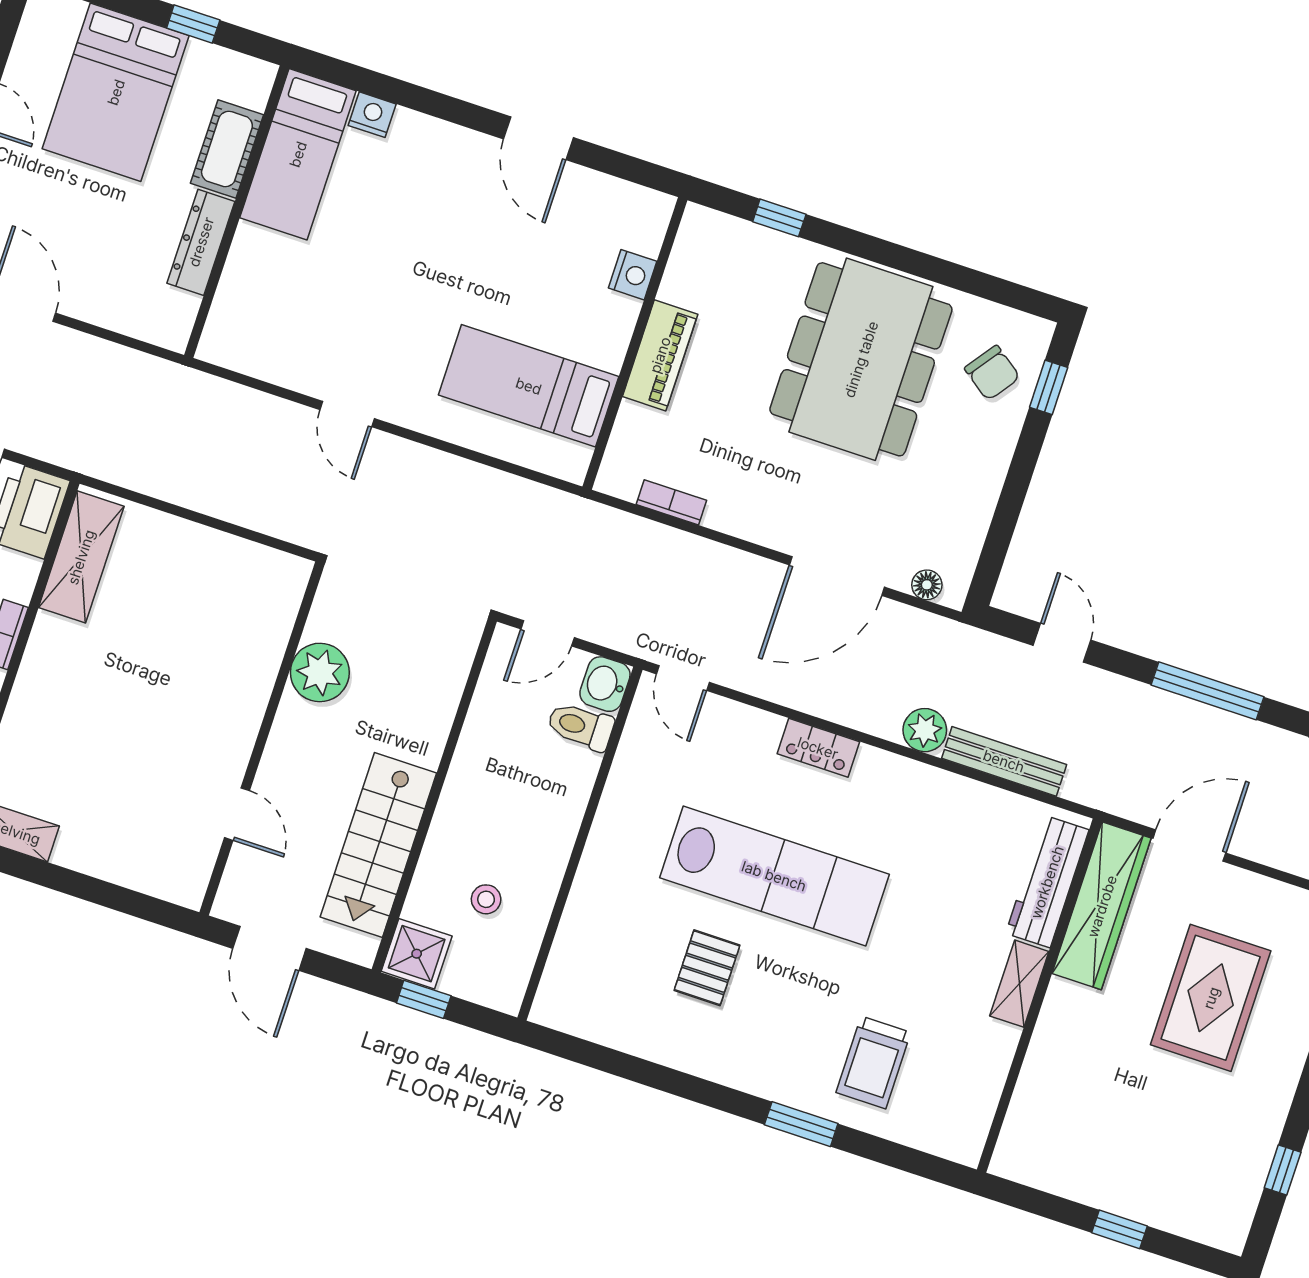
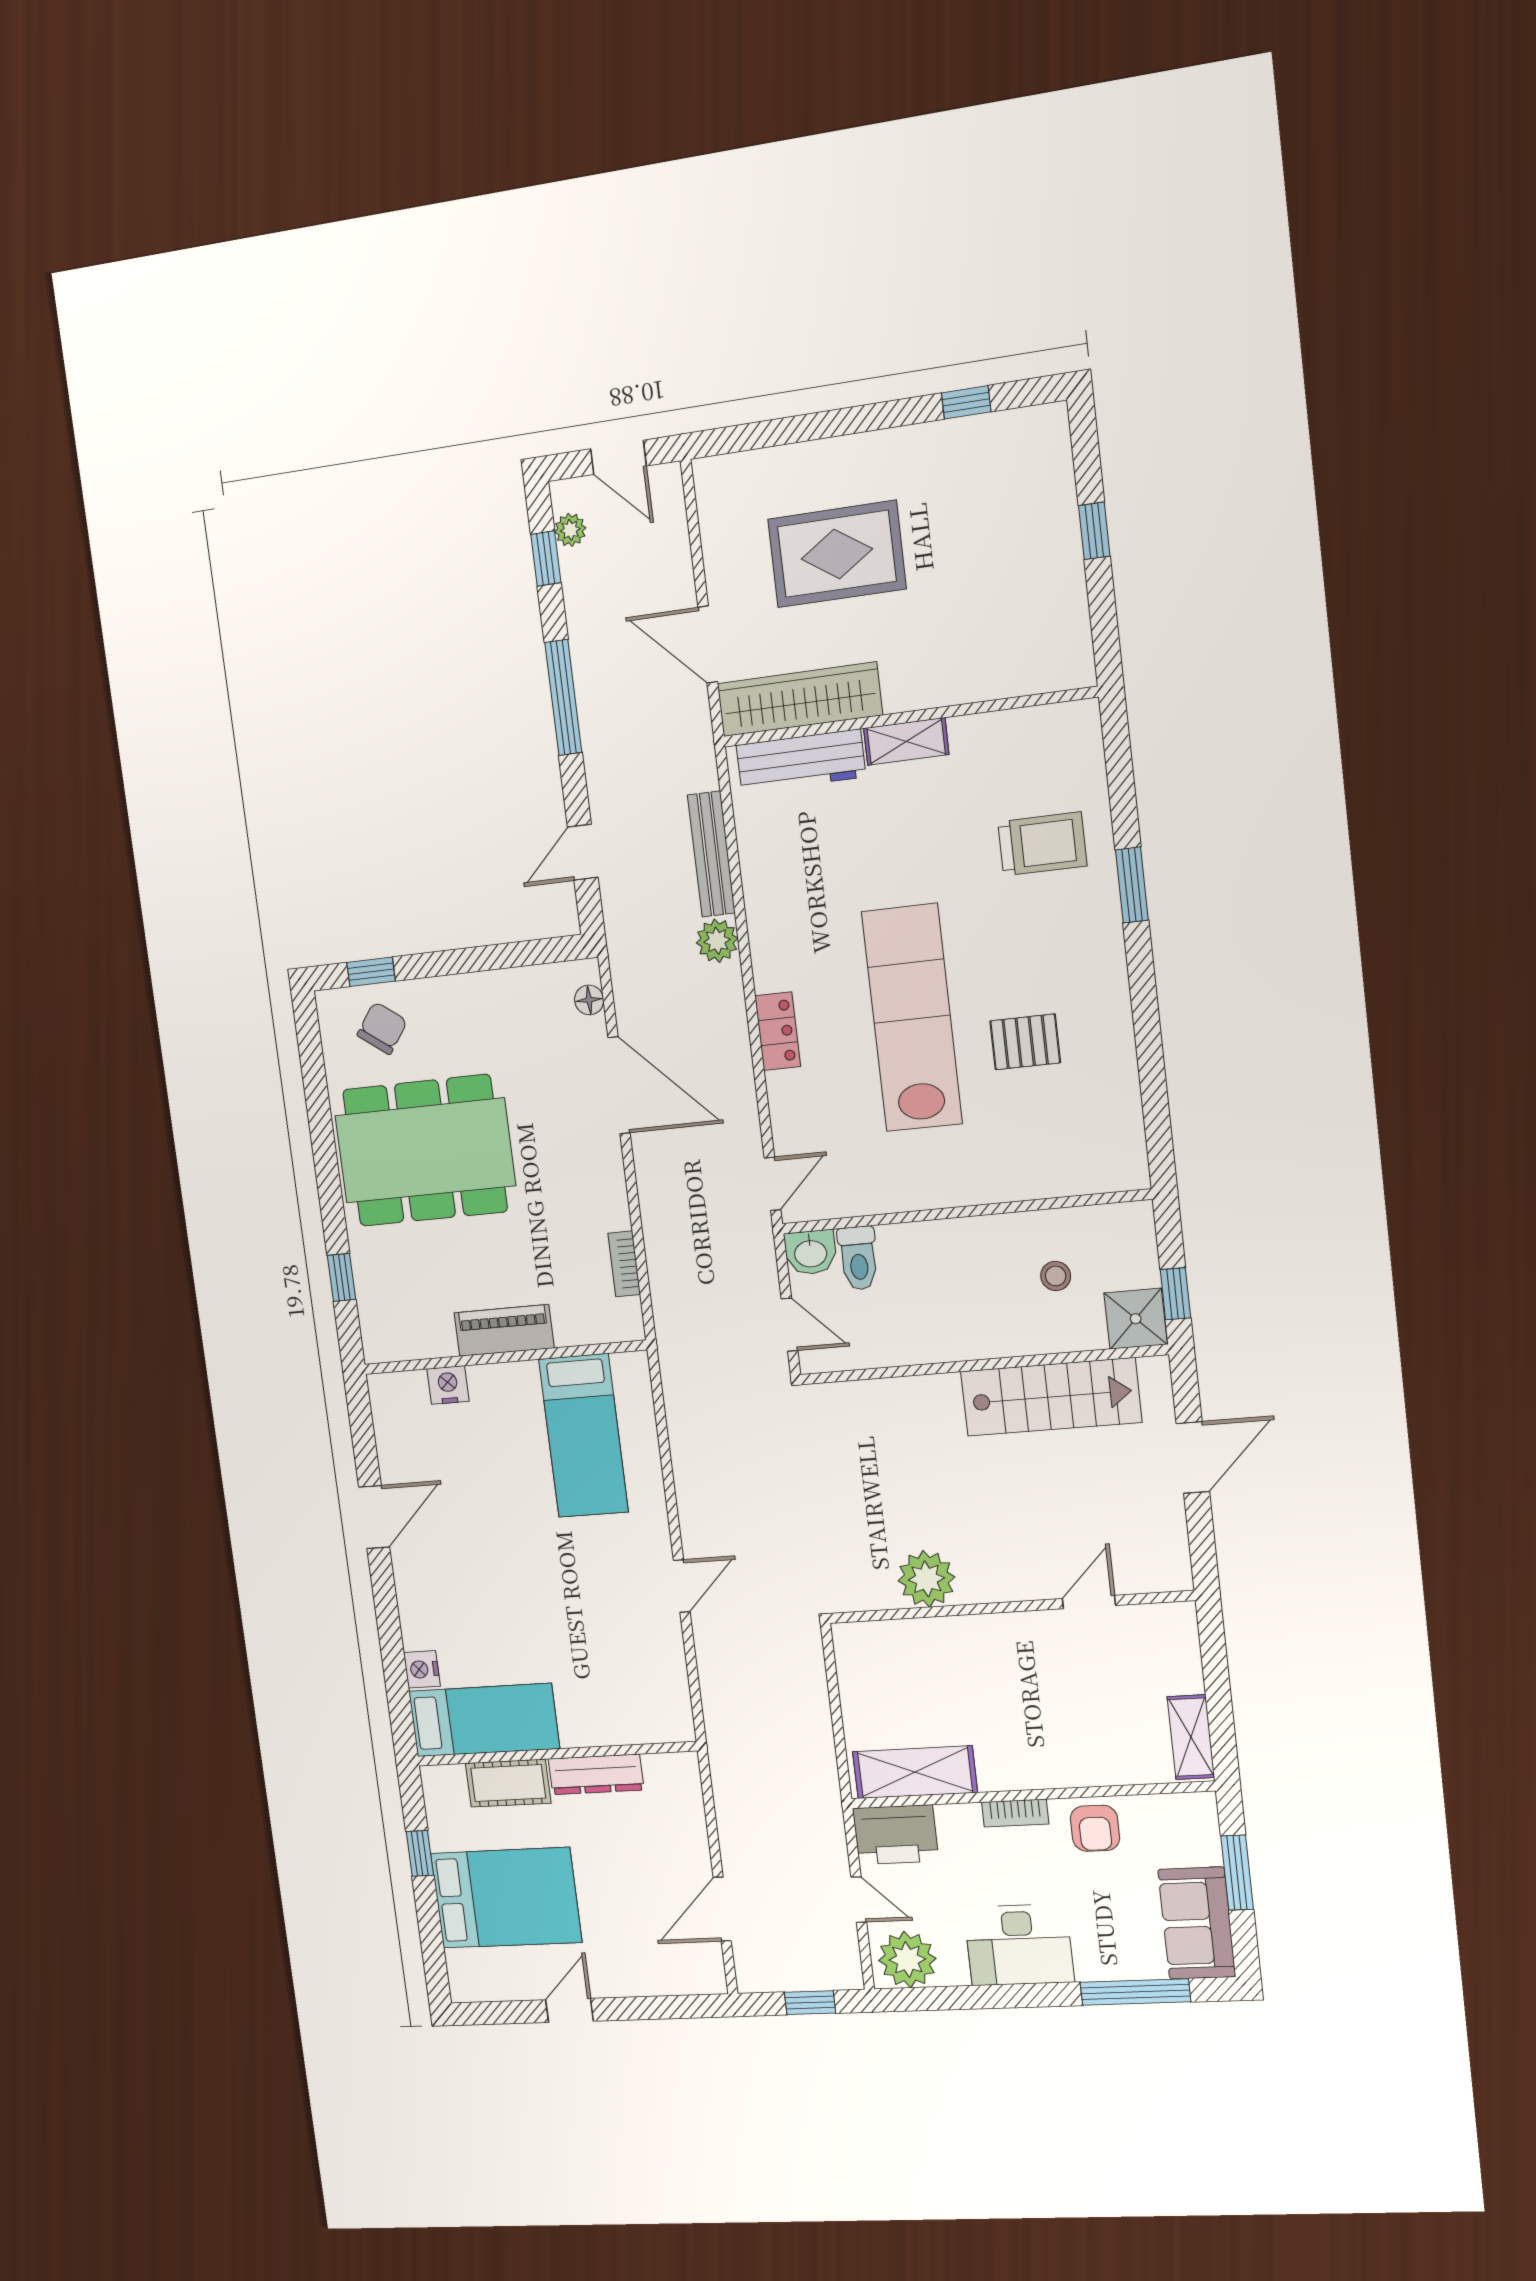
plant: (320, 672) -> (926, 1579), moved
wall: (262, 738) -> (1010, 1607), moved
door: (237, 814) -> (1089, 1602), moved

